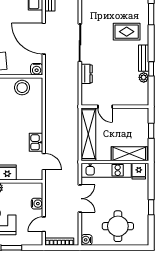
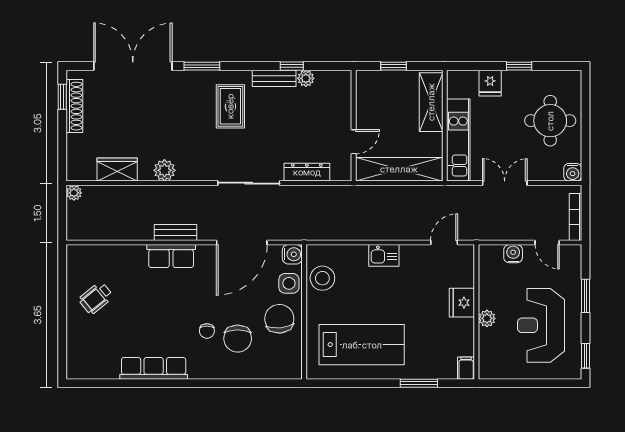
side table: (19, 67) -> (289, 283), added
dresser: (87, 74) -> (307, 172), width x1.44
kitchen sink: (36, 142) -> (384, 255), moved
fridge: (139, 171) -> (490, 83), moved, turned 90

